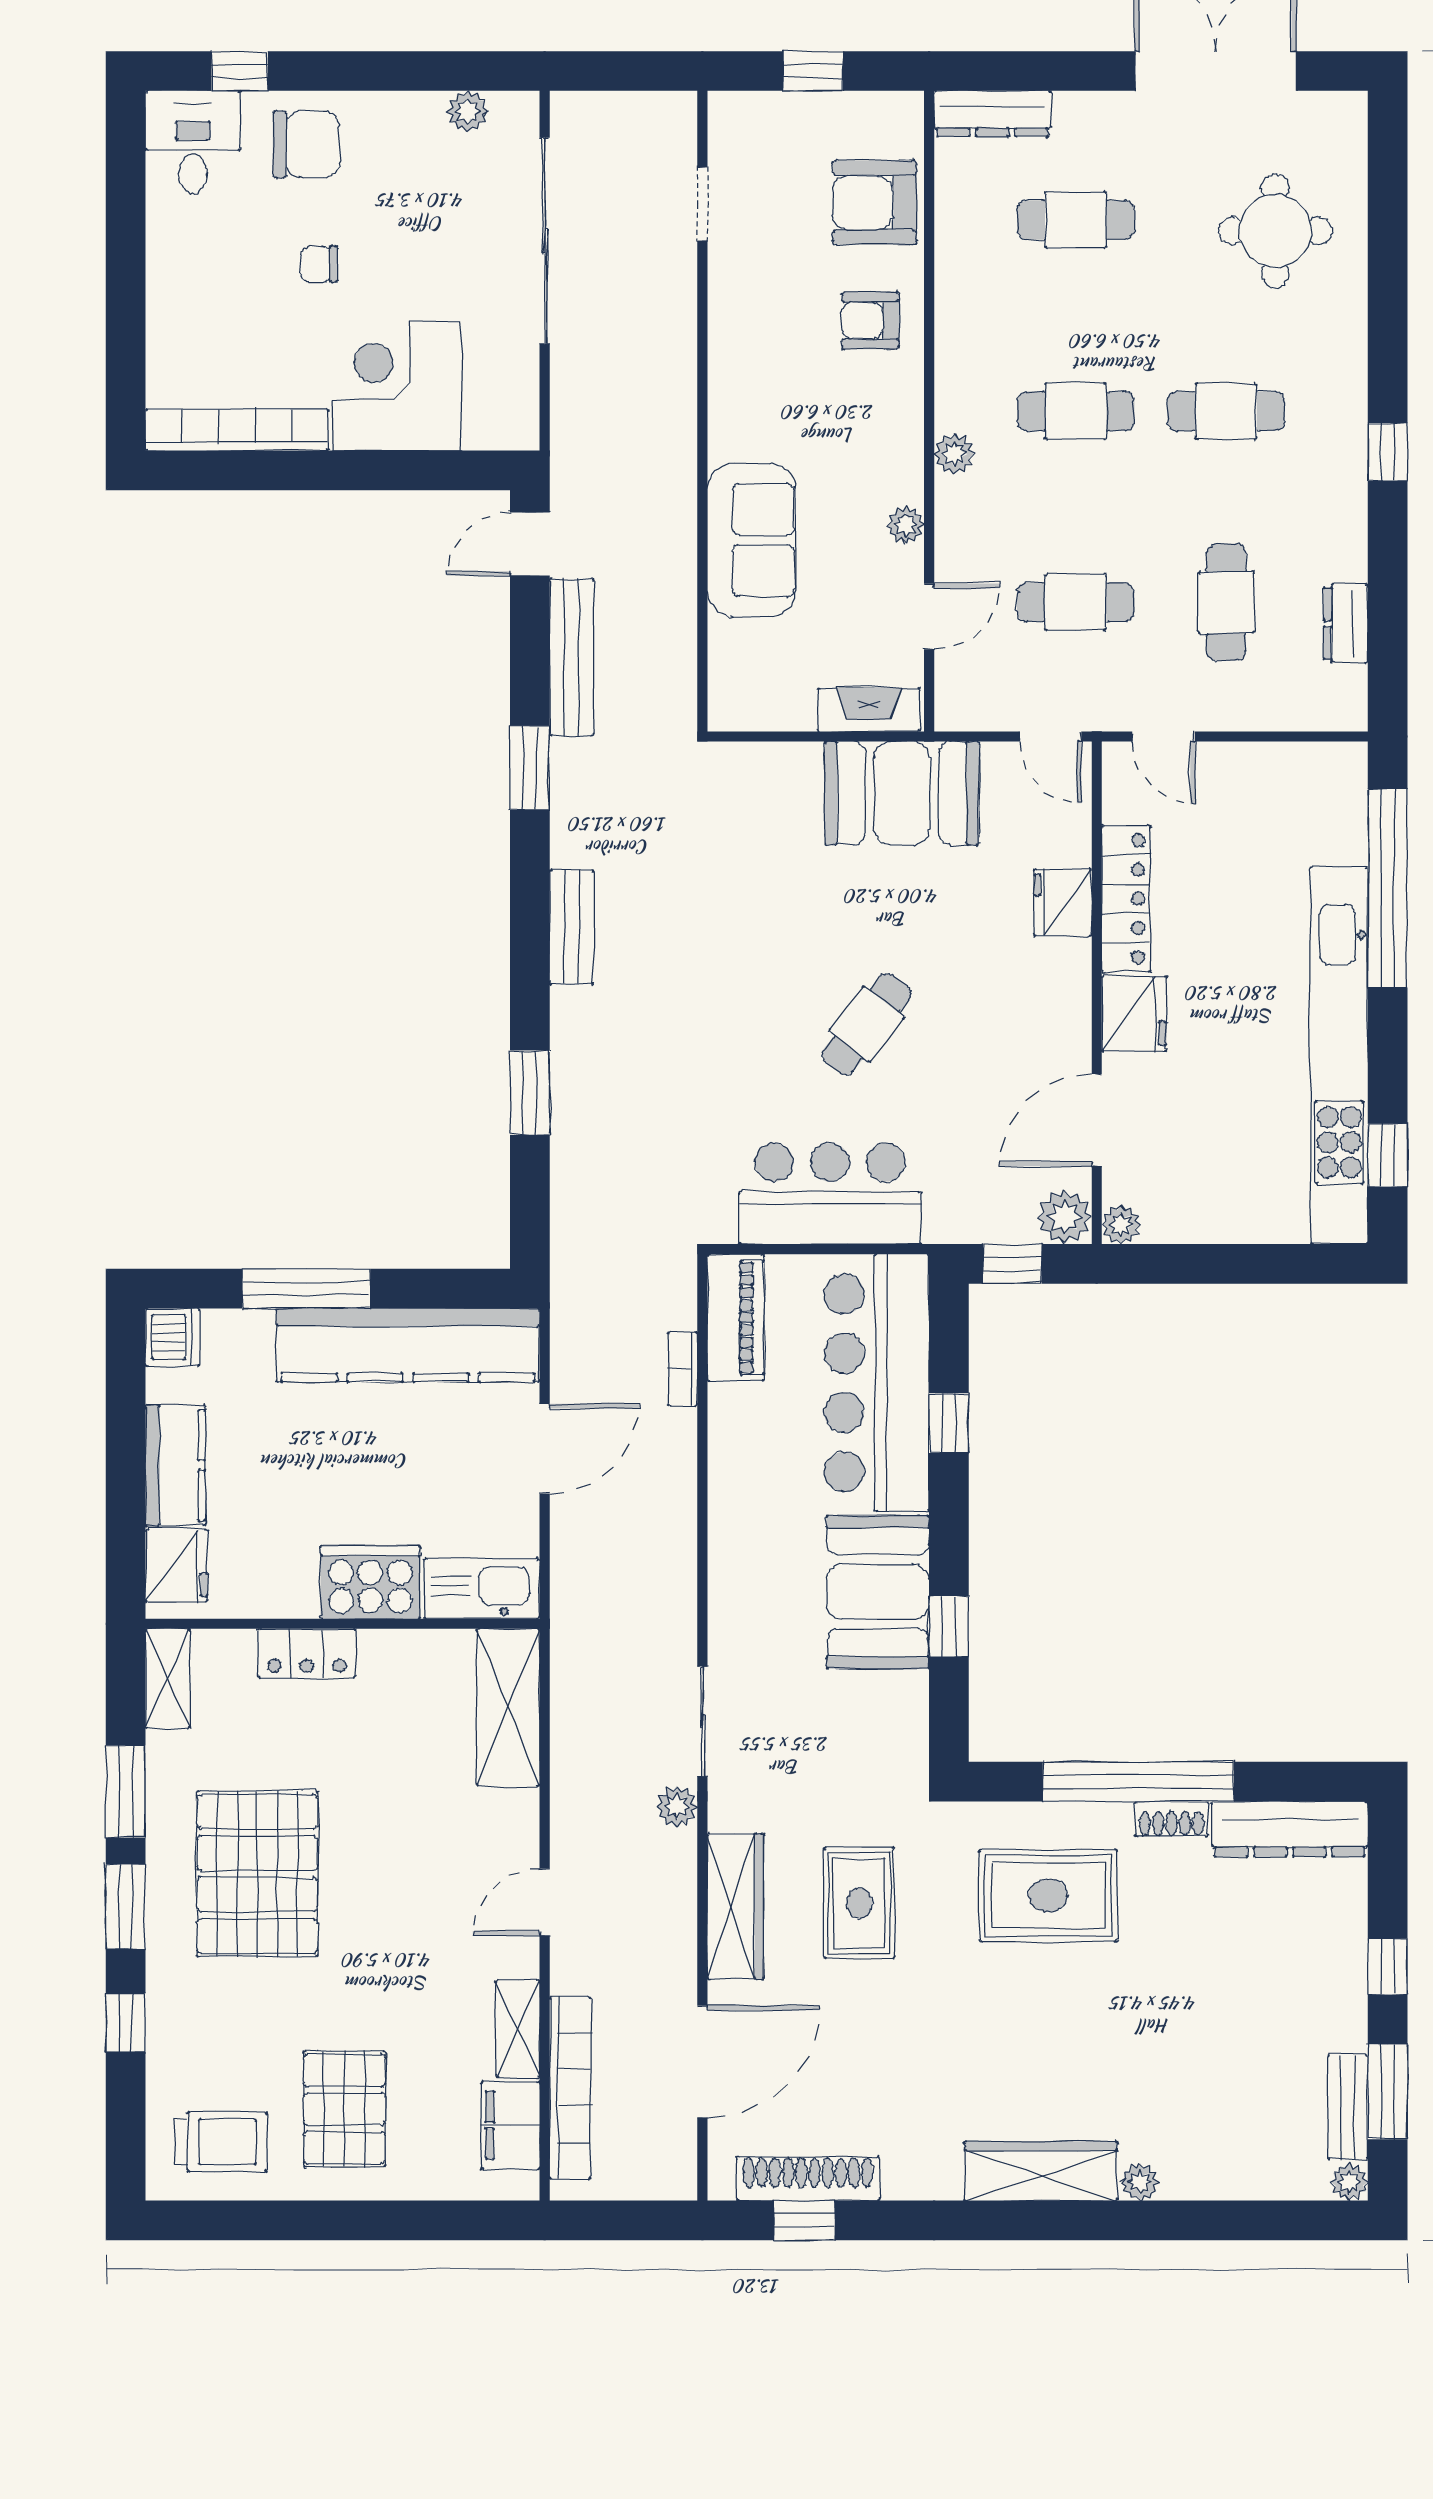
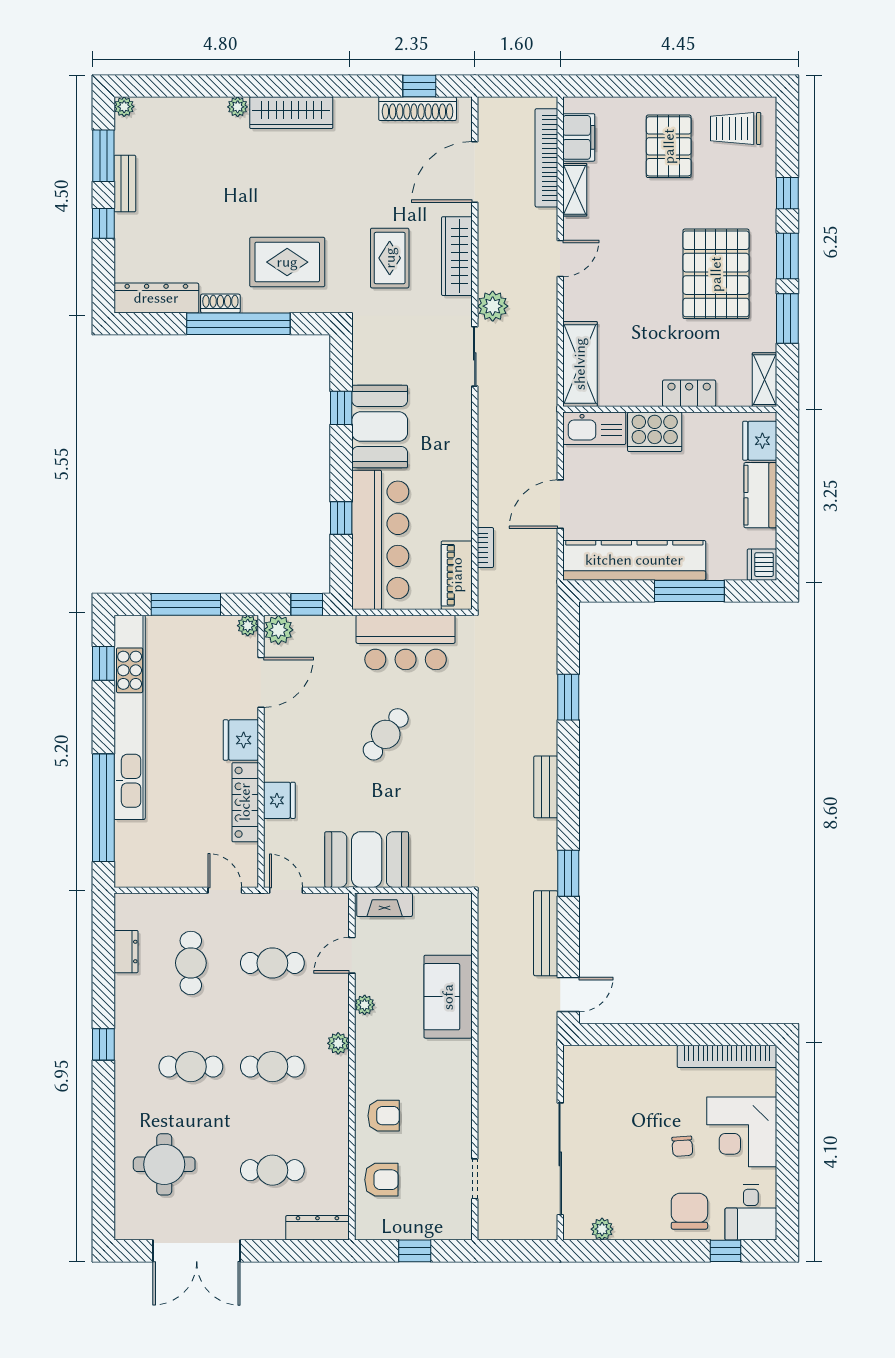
chair: (306, 144) -> (689, 1211), turned 90
armchair: (875, 202) -> (381, 1180), width x0.72, depth x0.72
chair: (319, 264) -> (682, 1146), turned 86
corner desk: (397, 386) -> (742, 1132), moved, turned 90
window: (1235, 1264) -> (186, 604), added
plant: (677, 1807) -> (493, 306), width x1.38, depth x1.38
bench: (1348, 2107) -> (125, 184), moved

